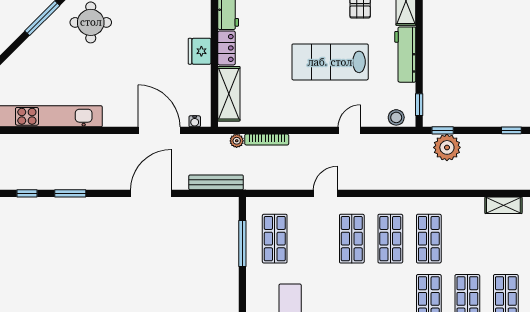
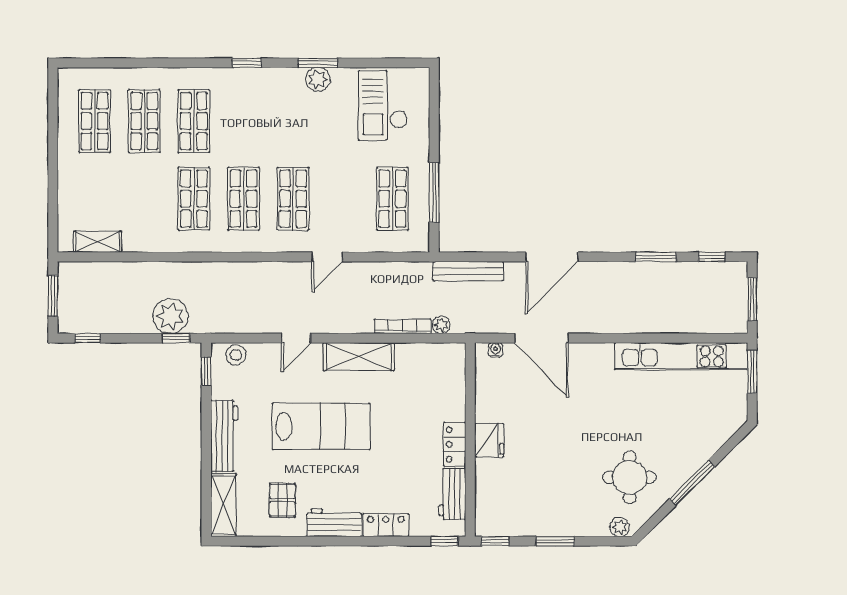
shelving: (229, 94) -> (359, 357), moved, turned 90

